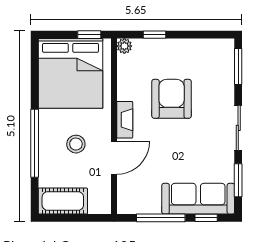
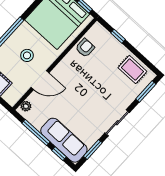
plant: (124, 46) -> (26, 106), moved
rug: (203, 56) -> (132, 70), added
armchair: (172, 99) -> (85, 48), moved, width x0.53, depth x0.53
fireplace: (125, 120) -> (63, 66), removed

